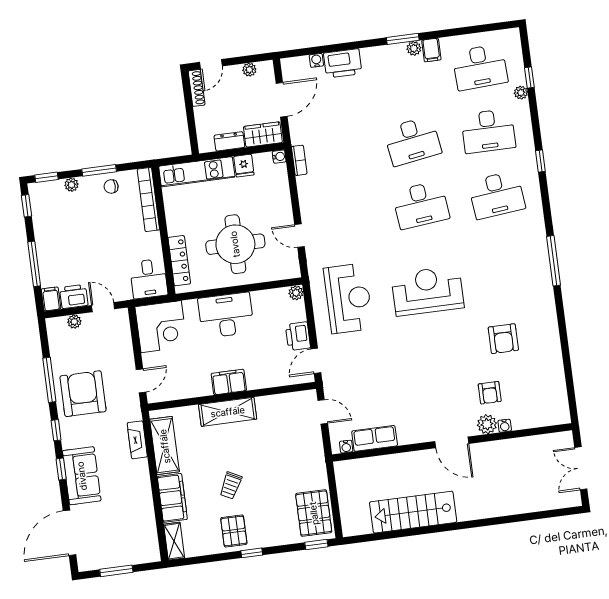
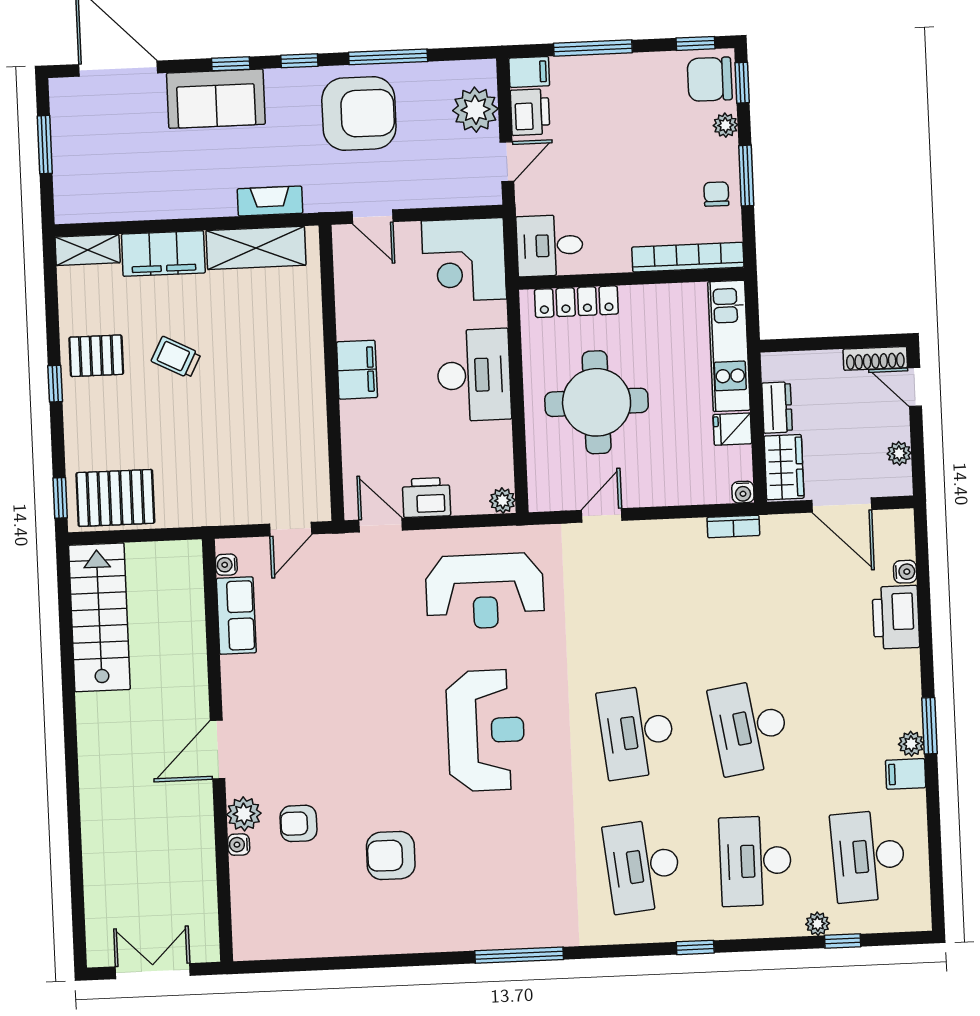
chair: (46, 196) -> (710, 79), added
plant: (74, 322) -> (475, 110), width x1.88, depth x1.88
shelving: (228, 412) -> (305, 363), removed
stairs: (413, 512) -> (99, 617), moved

